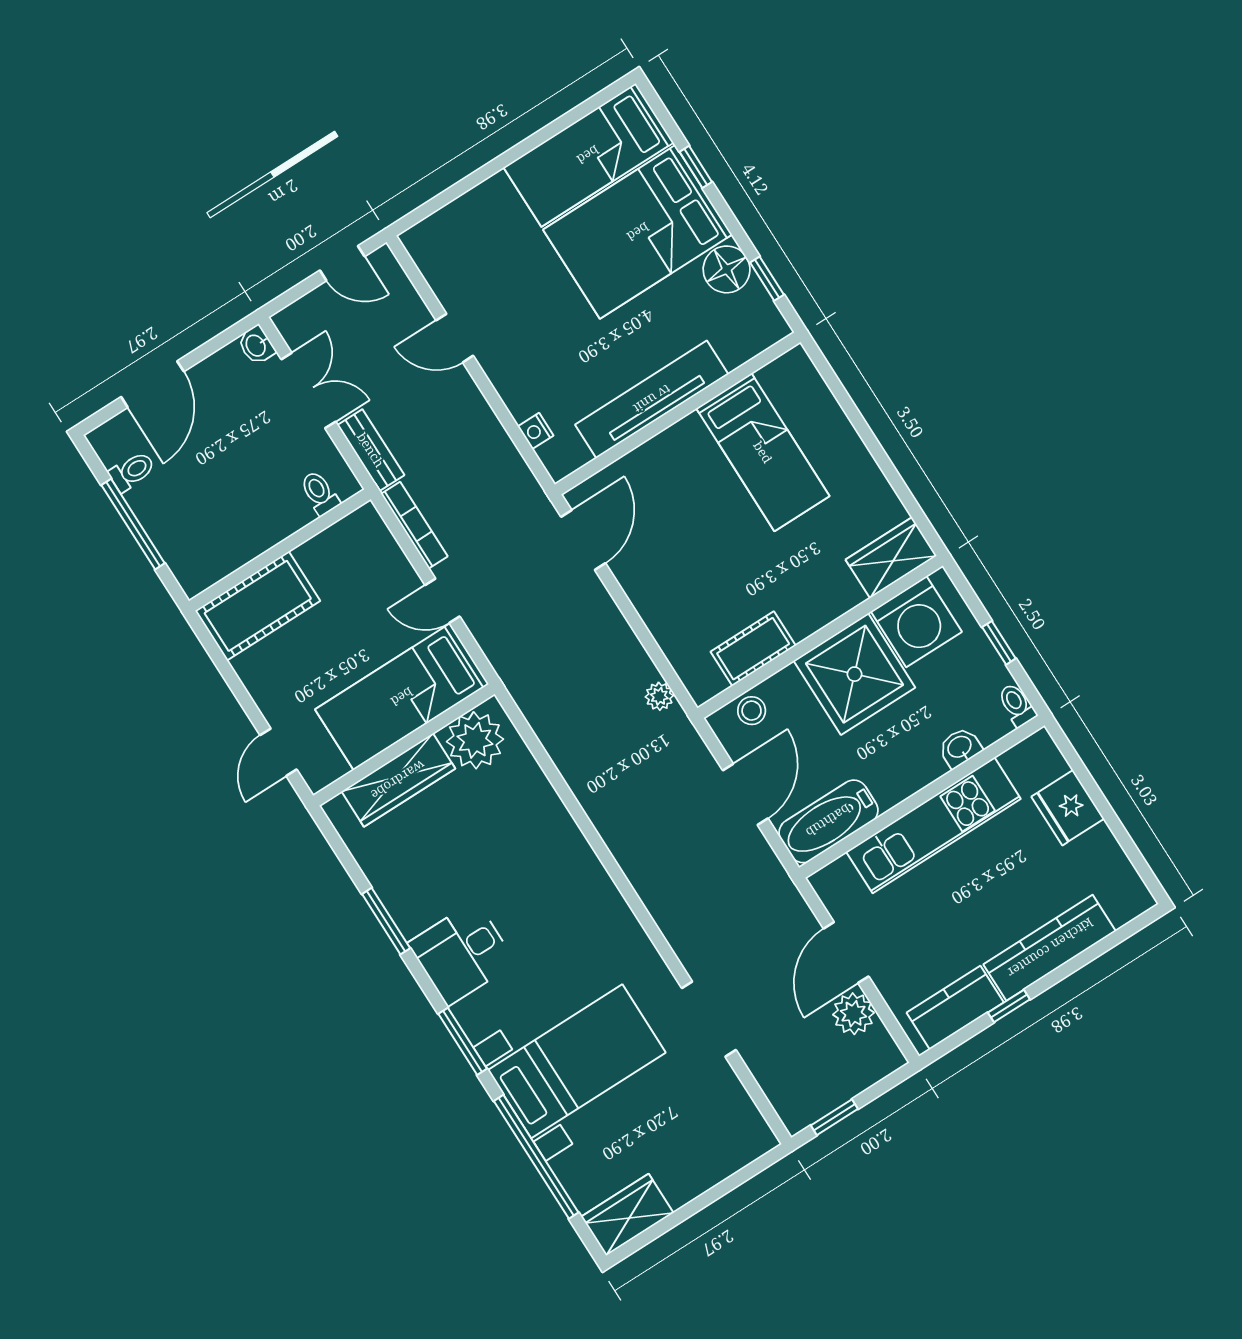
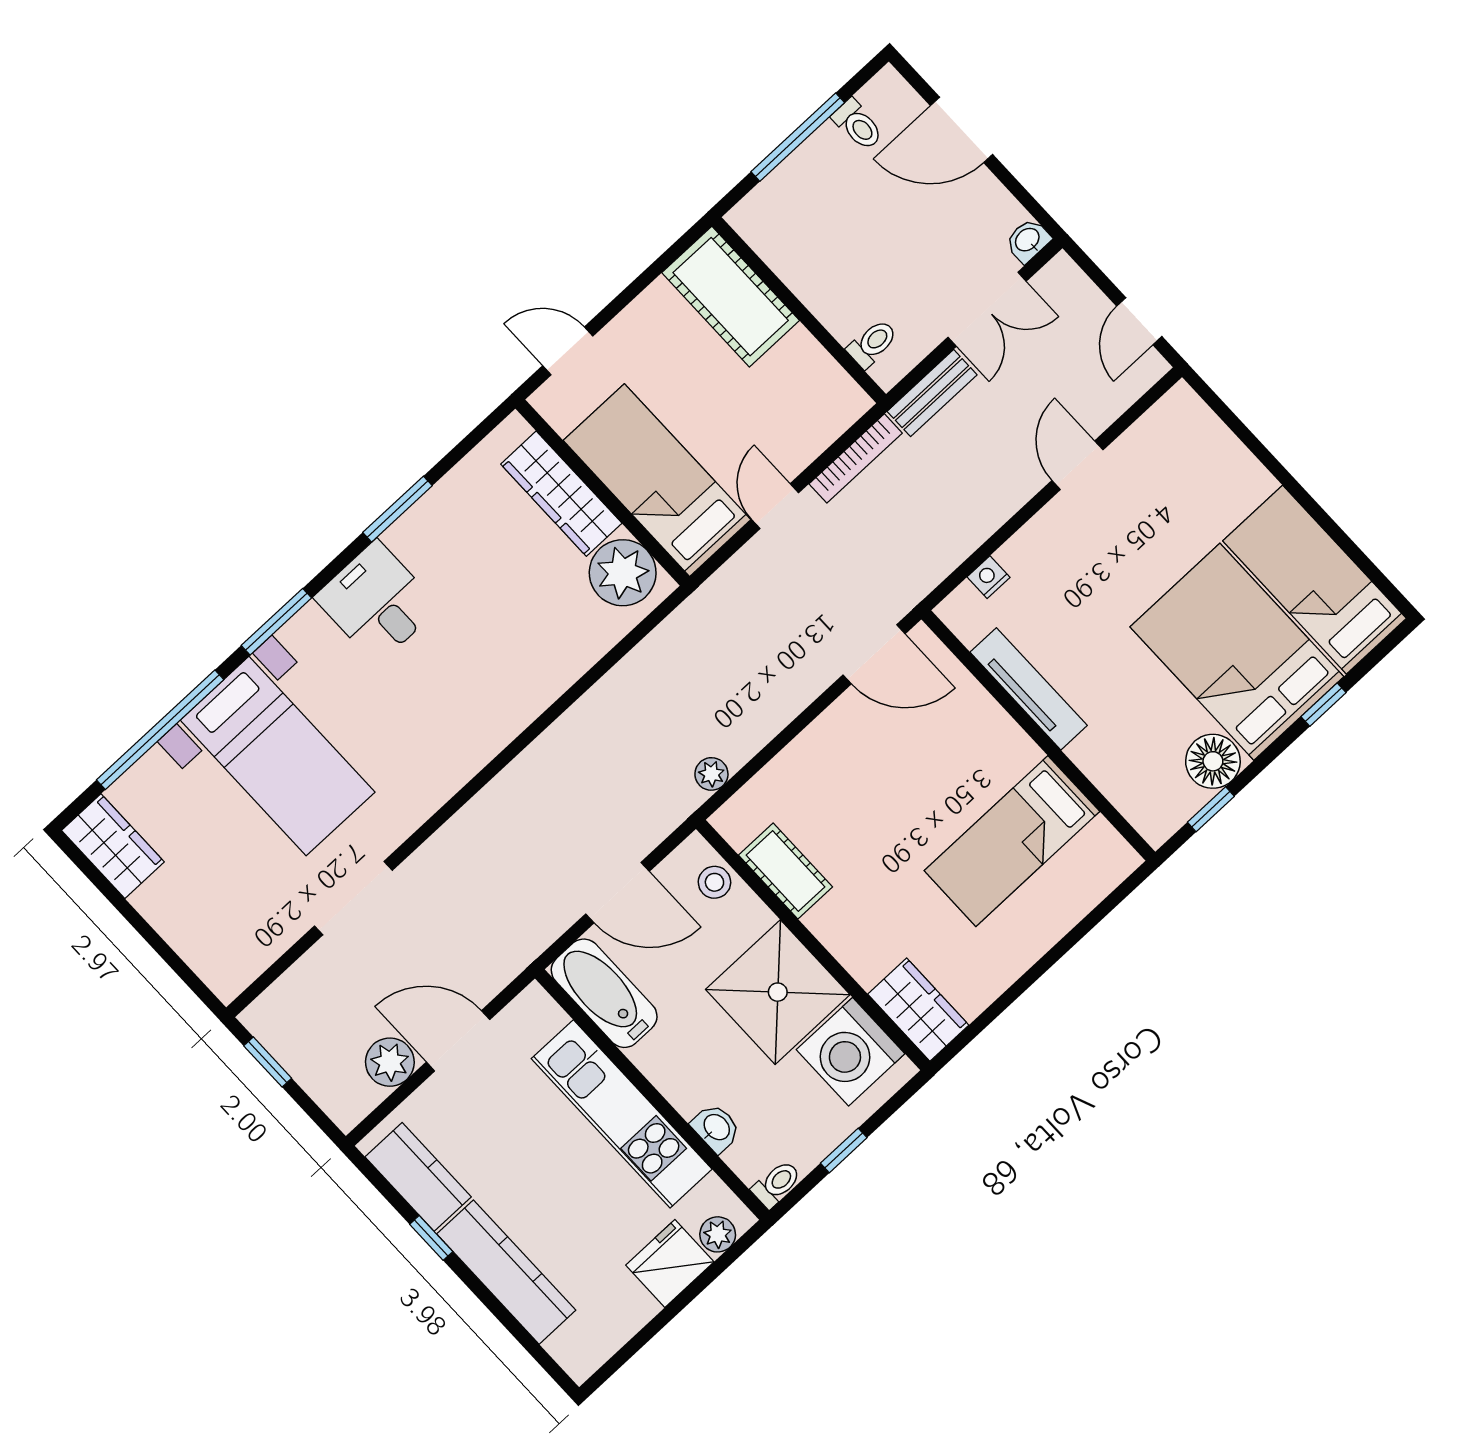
tv unit: (652, 399) -> (1029, 689), width x0.73, depth x0.78
plant: (1051, 763) -> (718, 1234), added

